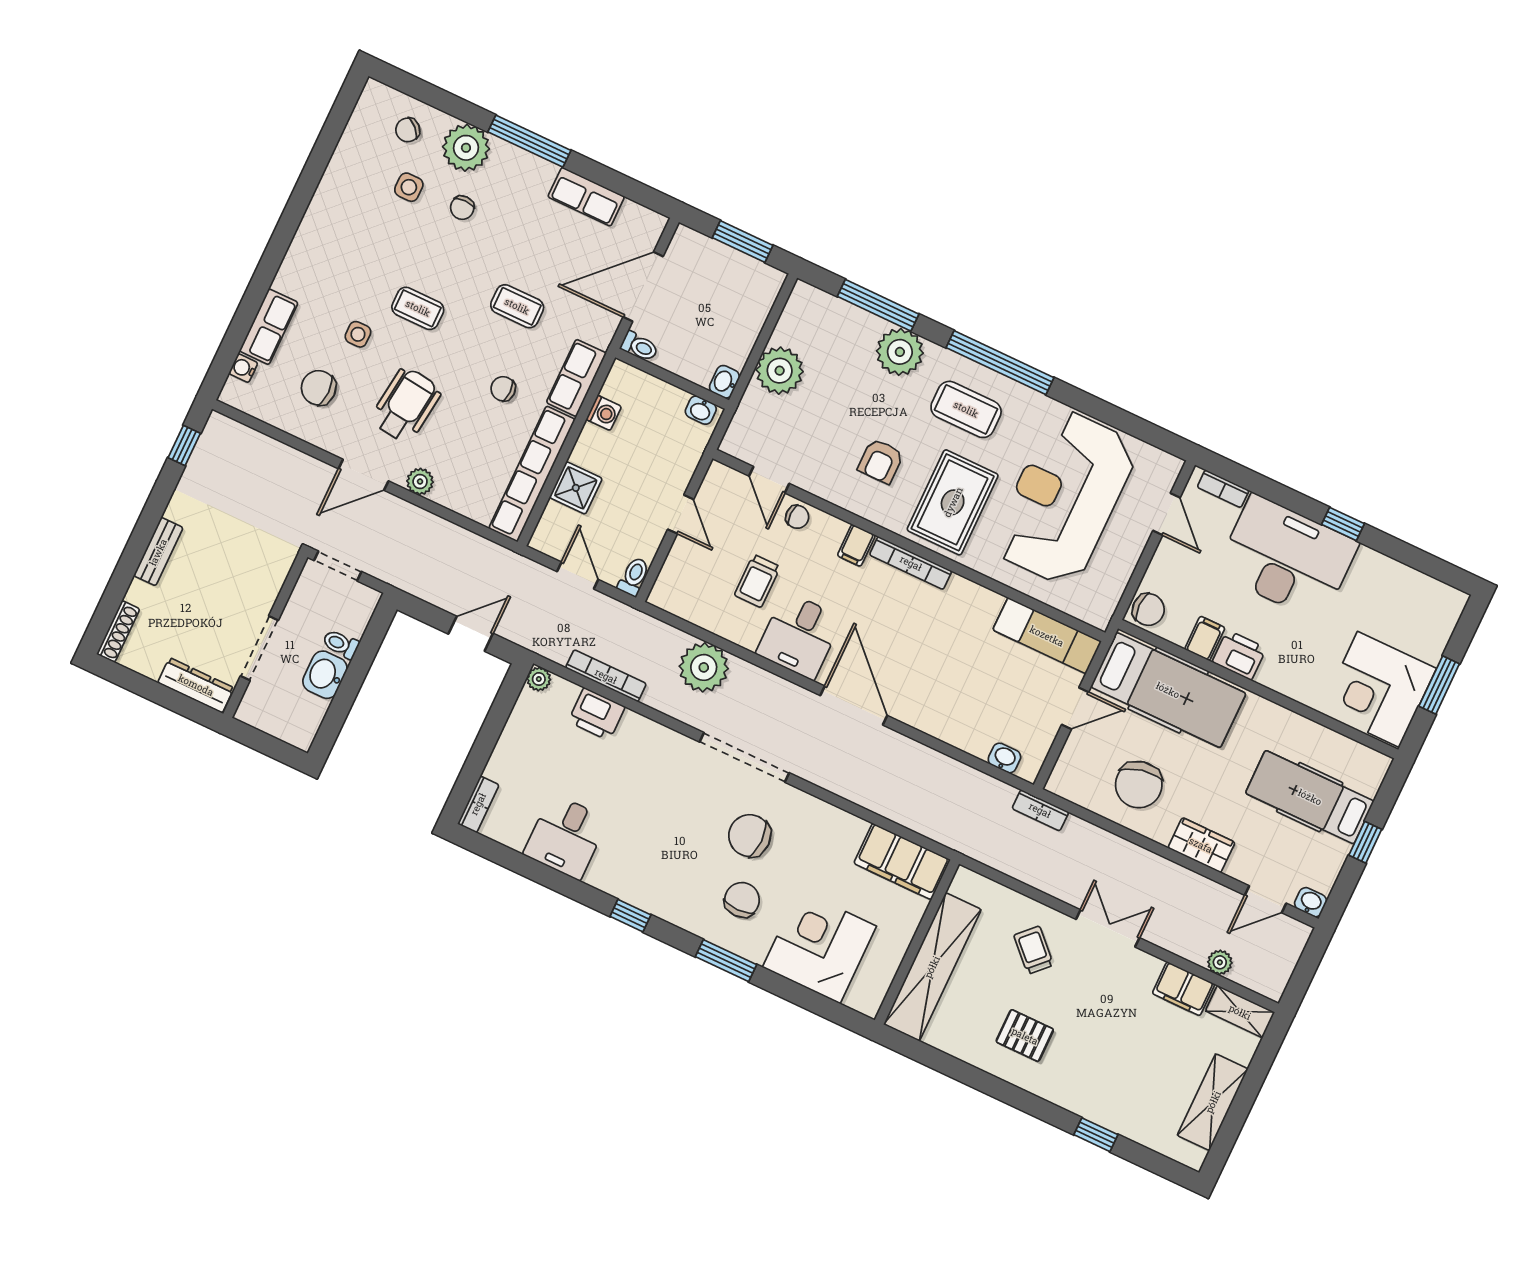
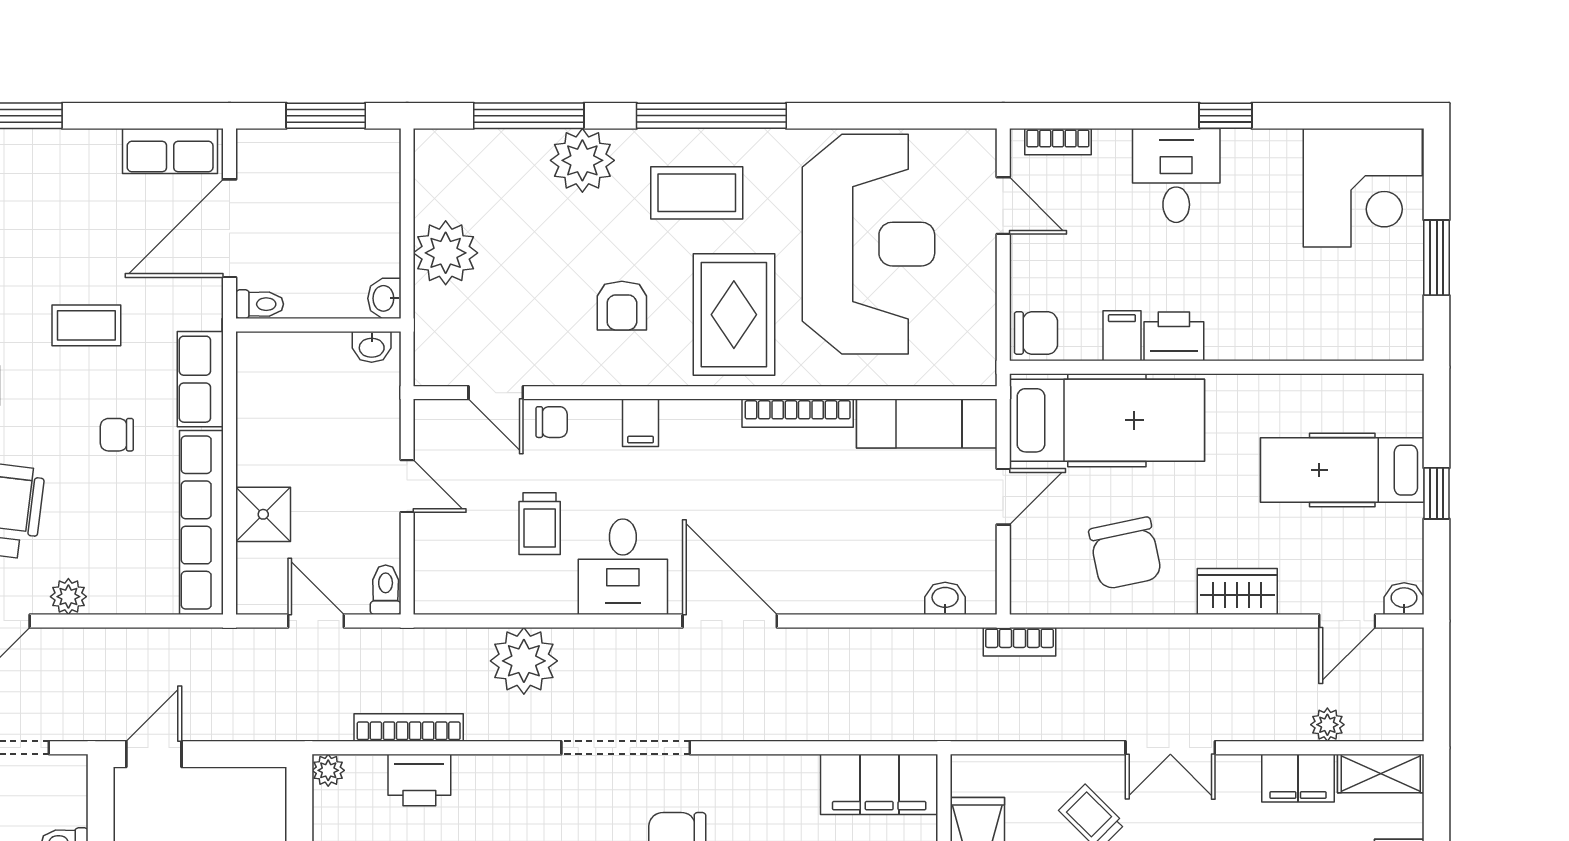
row of seats: (586, 197) -> (170, 151), moved
washing machine: (604, 413) -> (254, 406), removed
reception desk: (1065, 498) -> (869, 244), turned 180
desk: (1287, 558) -> (1176, 175), width x0.53, depth x0.77
bookcase: (911, 563) -> (798, 413), moved
door: (471, 634) -> (154, 754), moved
corner desk: (1378, 689) -> (1363, 188), moved, turned -90
double door: (1108, 928) -> (1170, 748), swing flipped

